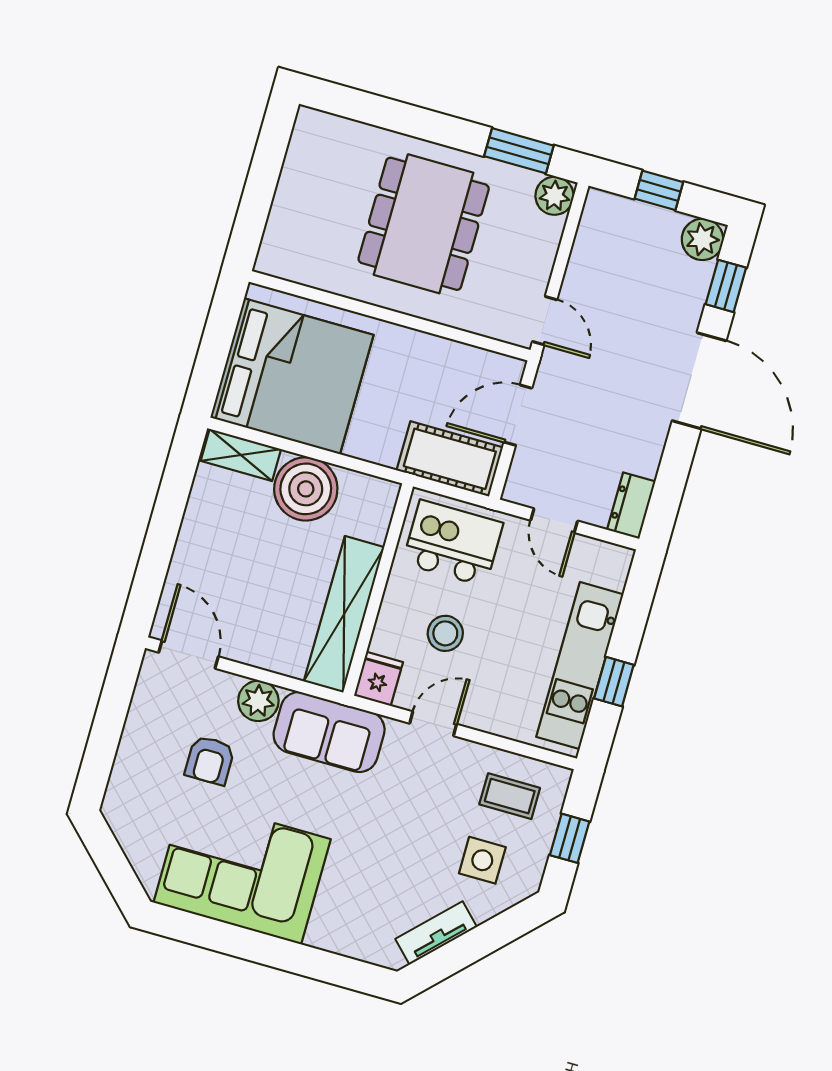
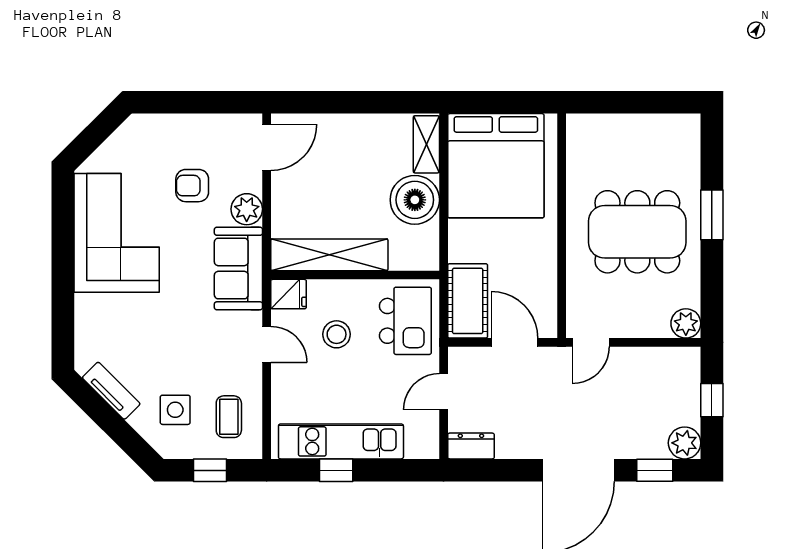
window: (519, 151) -> (712, 215), moved

